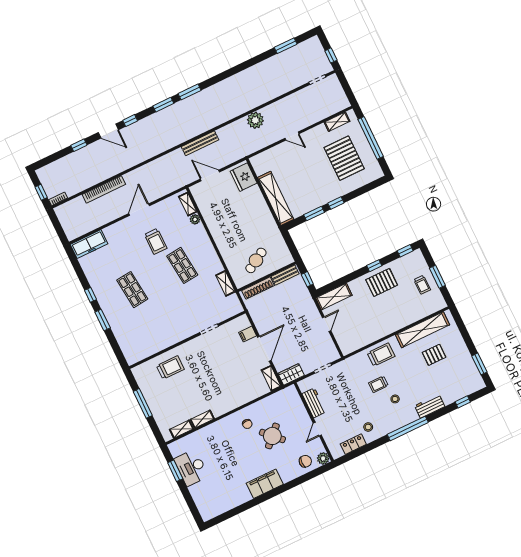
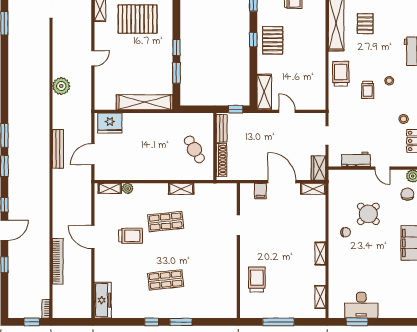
shelving: (225, 283) -> (181, 189), moved
shelving: (202, 419) -> (320, 253), moved

